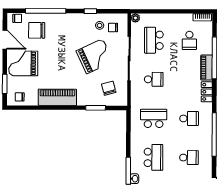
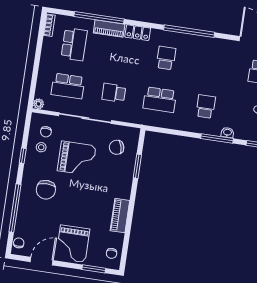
chair: (37, 30) -> (46, 190), moved
school desk: (189, 40) -> (74, 44), width x1.85
grand piano: (95, 56) -> (77, 158), turned 115
school desk: (154, 79) -> (114, 93), turned -90
piano: (57, 97) -> (120, 216), width x0.73, depth x0.75
school desk: (154, 118) -> (160, 100), turned -90
school desk: (153, 157) -> (206, 107), width x0.54
school desk: (189, 158) -> (212, 65), removed

